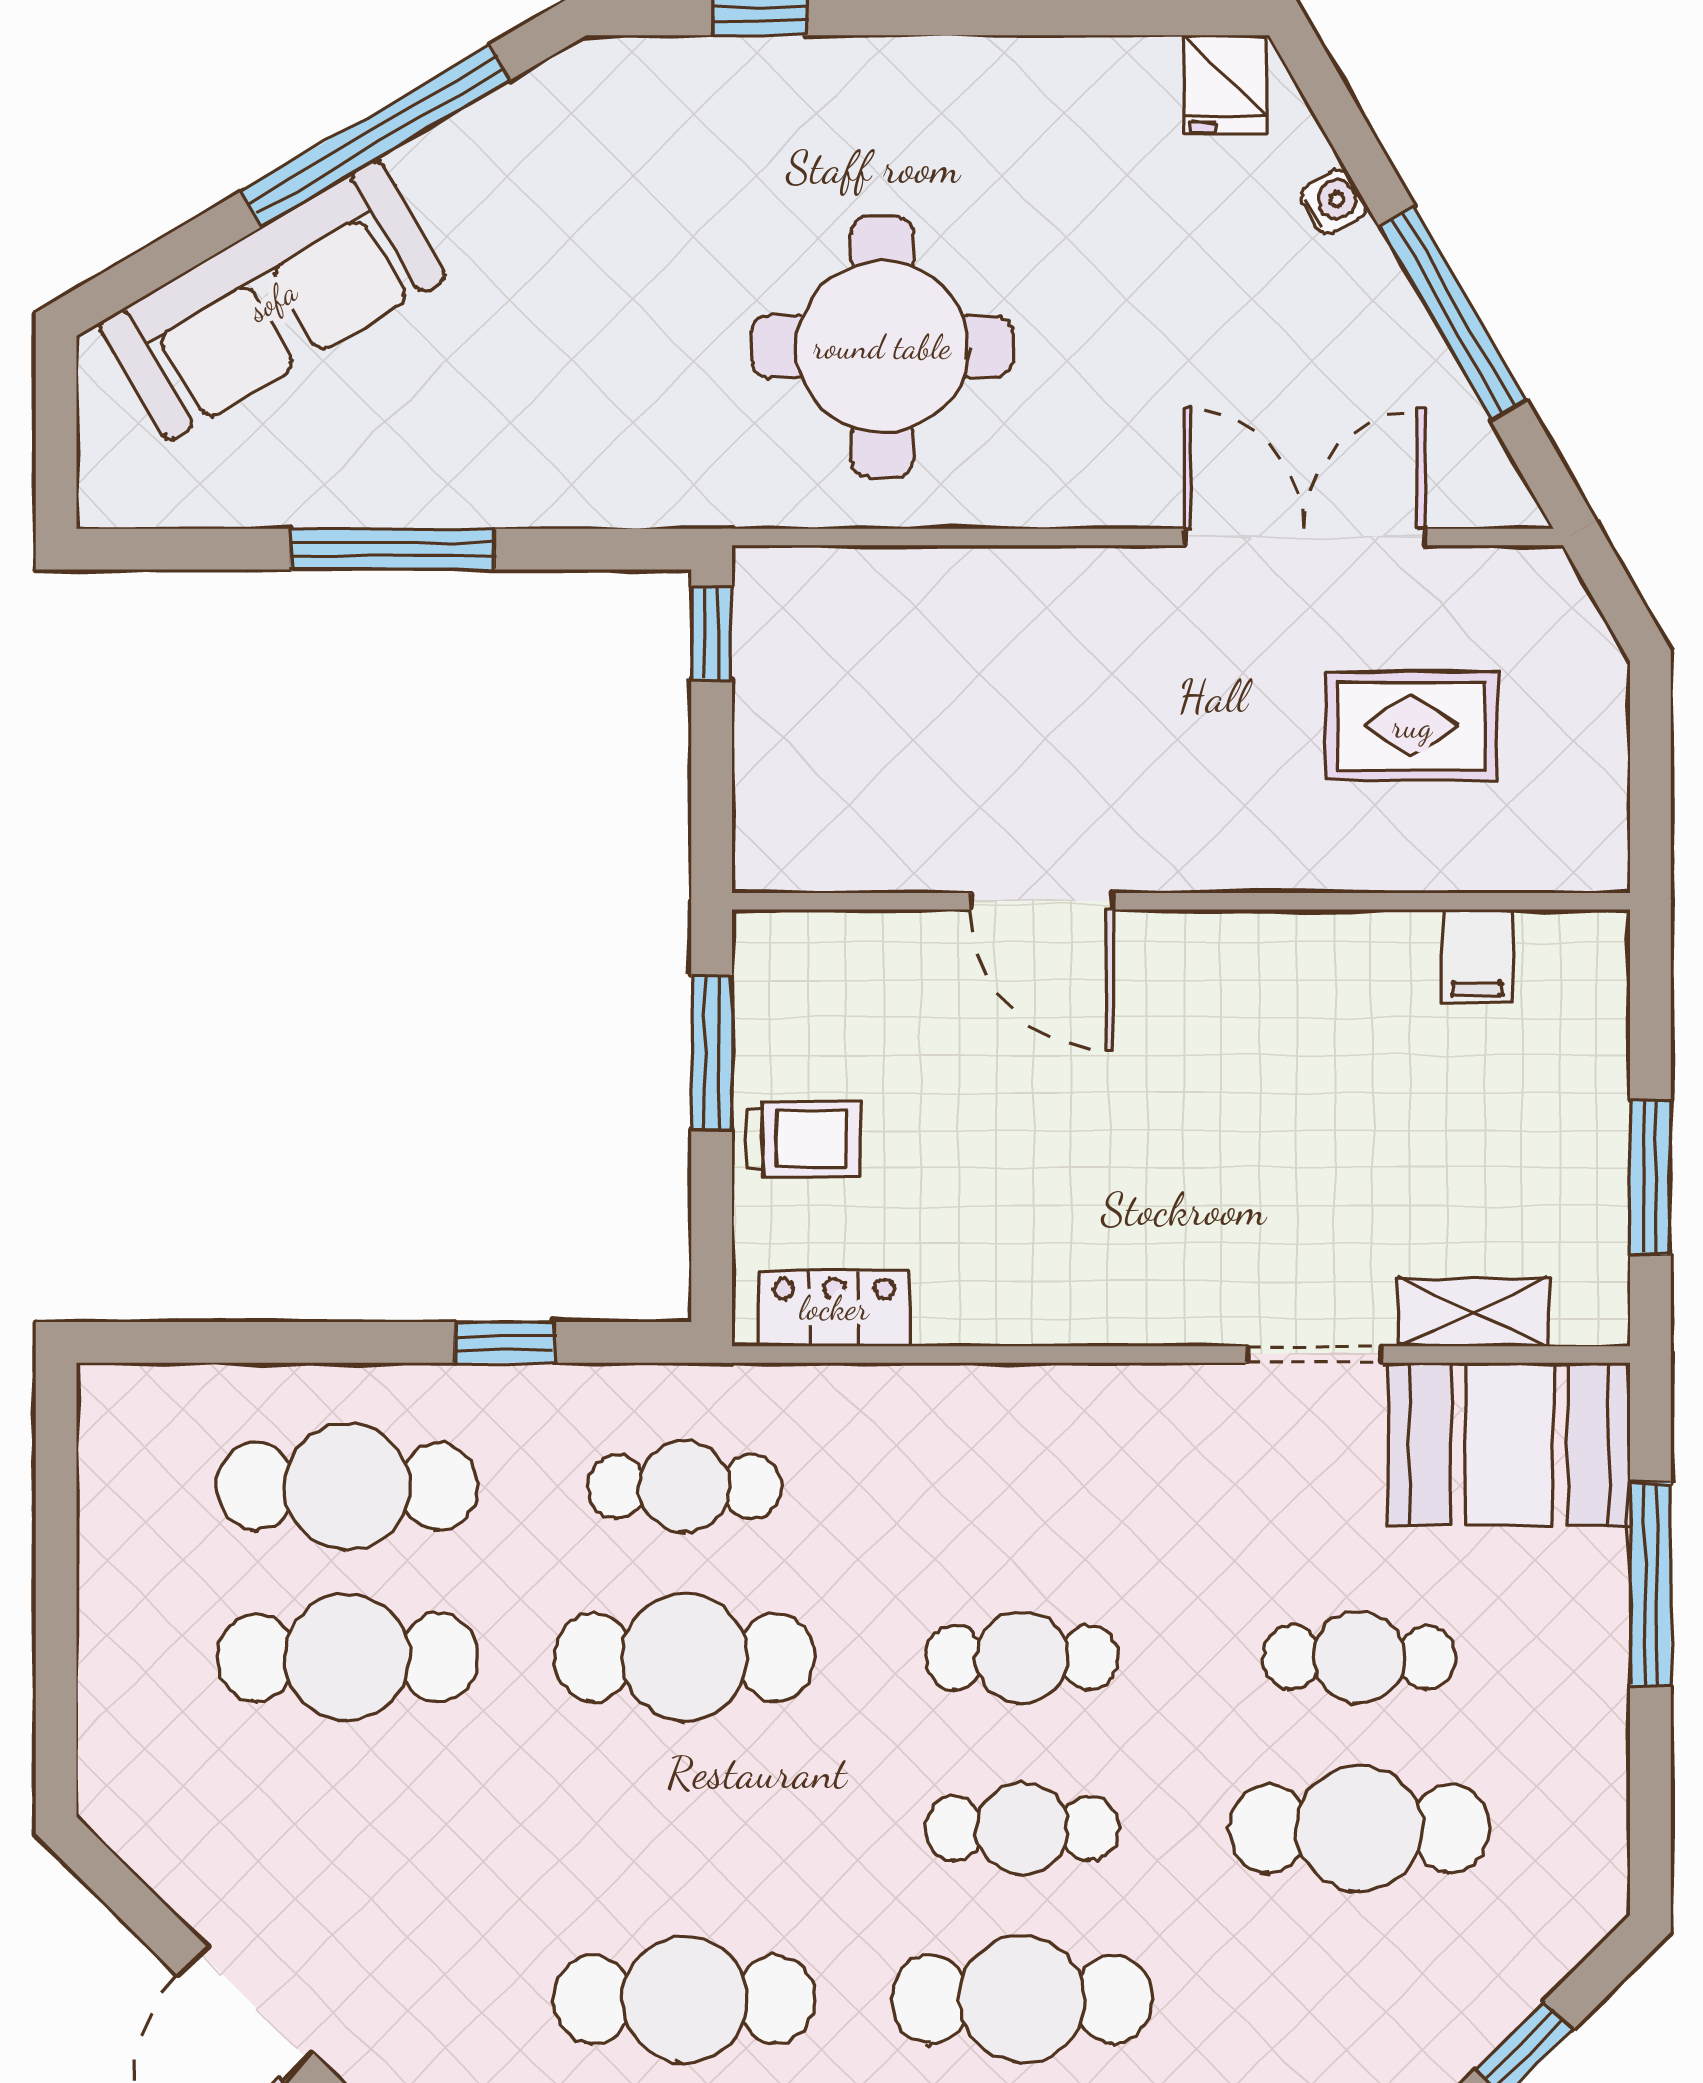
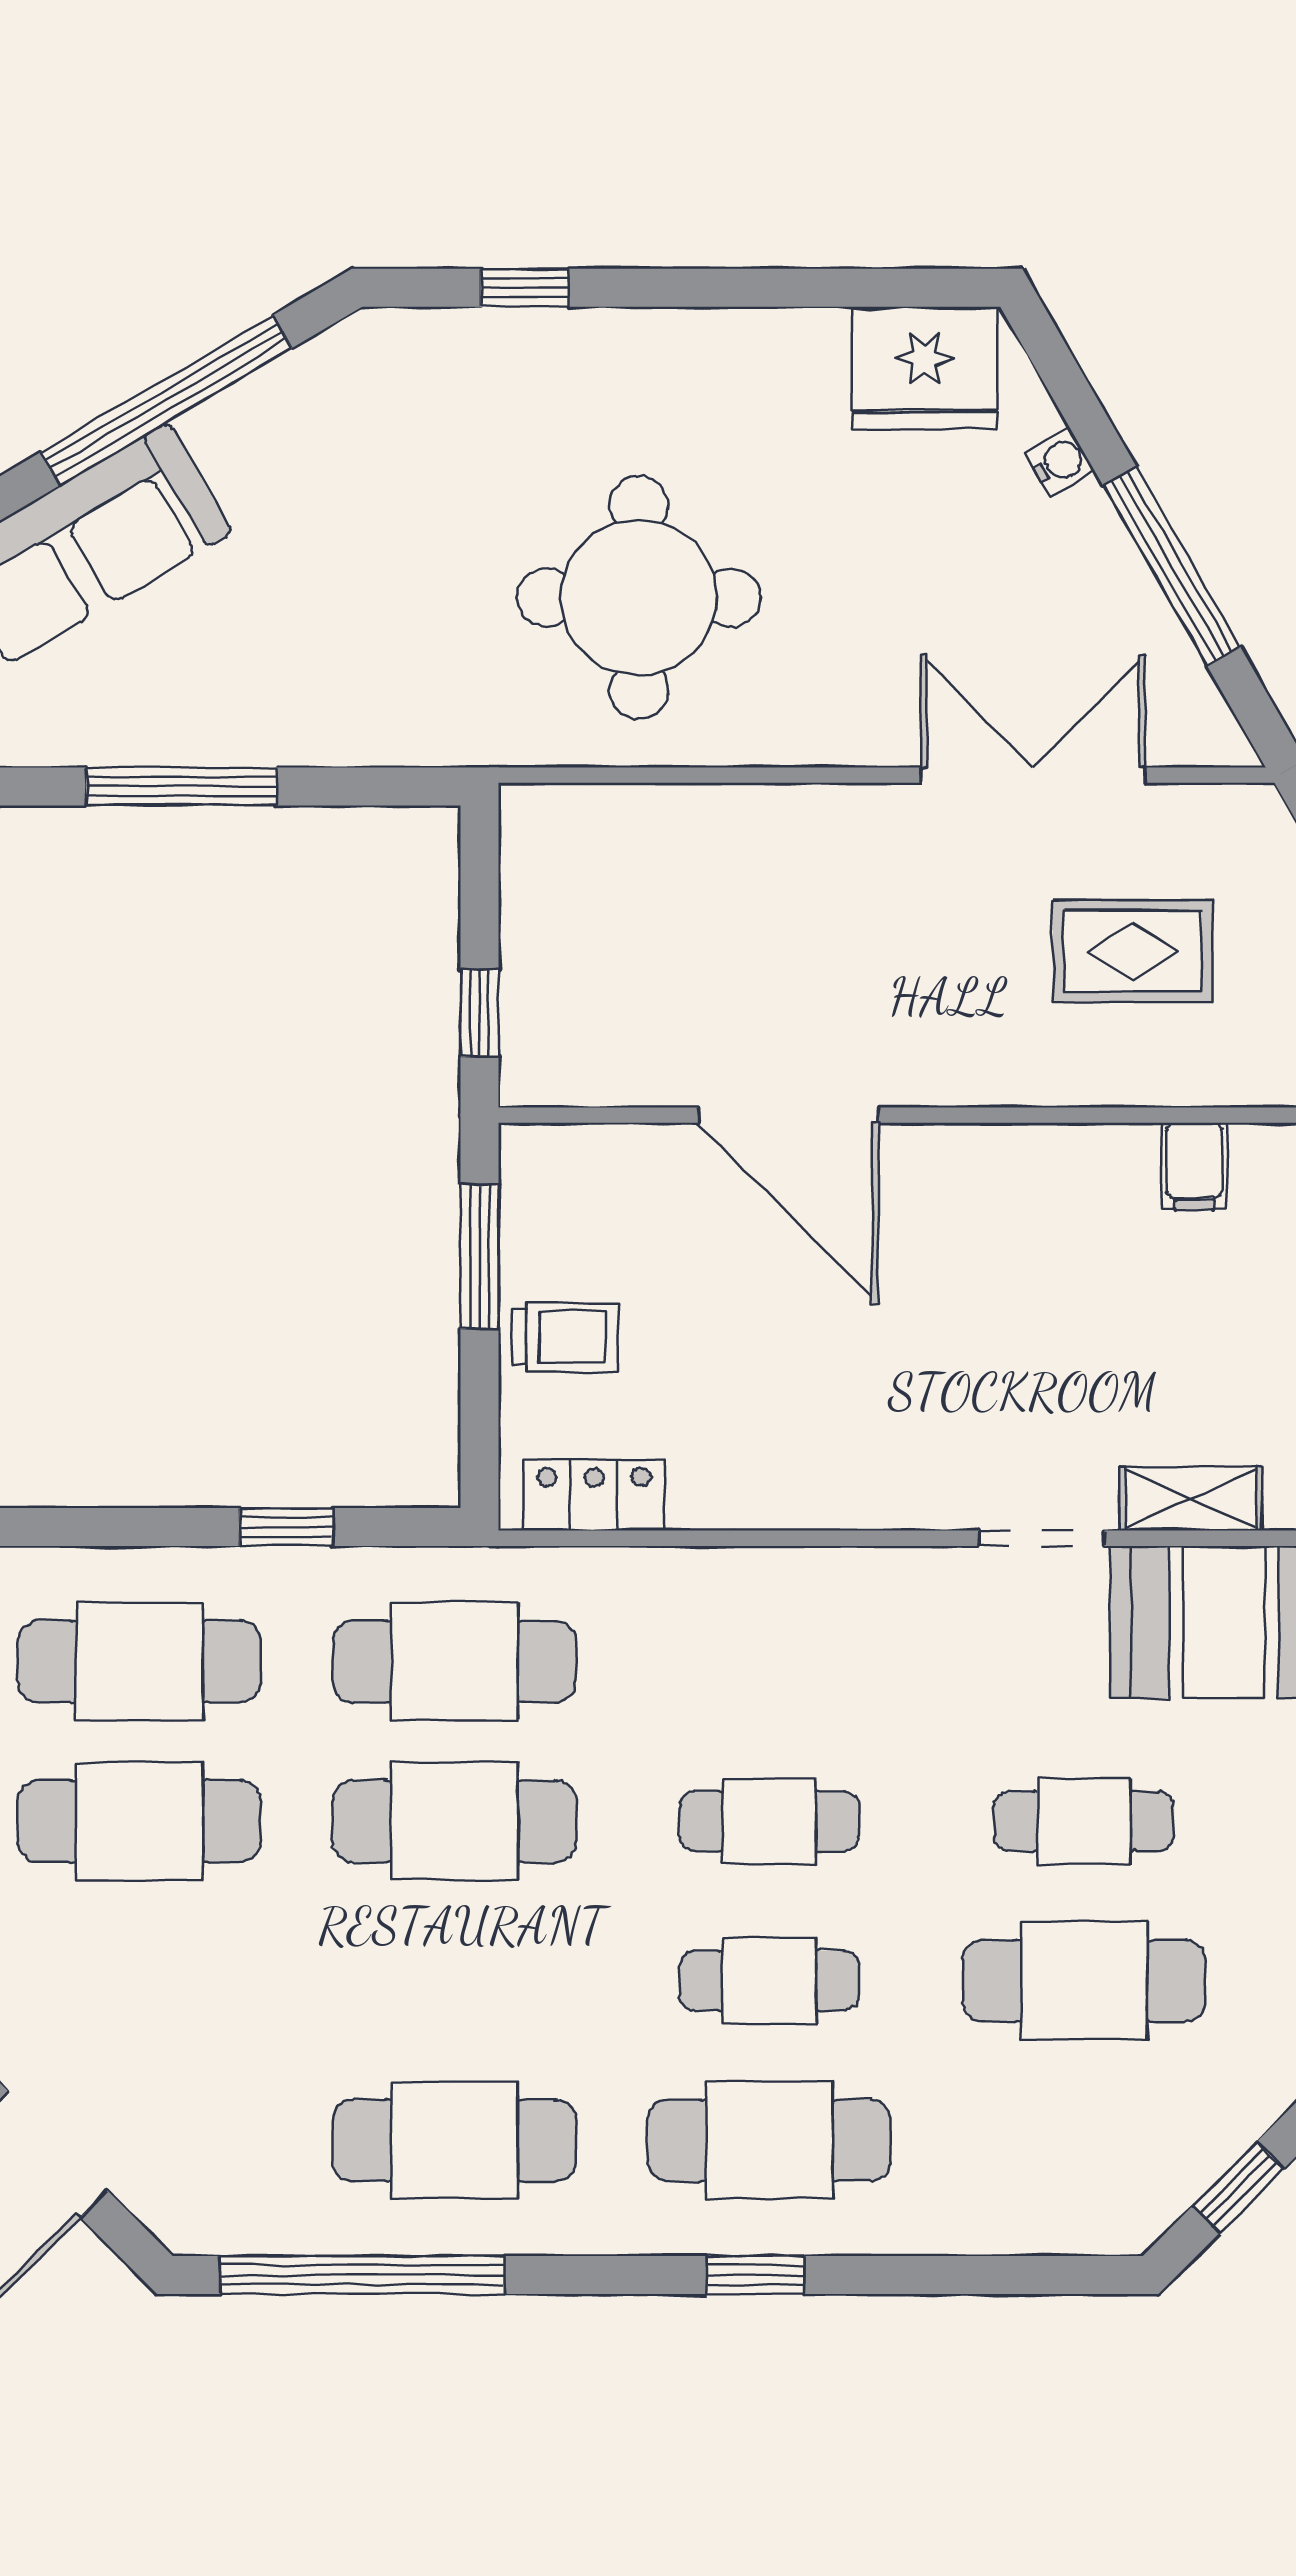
fridge: (1225, 84) -> (925, 368), width x1.88, depth x1.34
window: (712, 633) -> (480, 1013), moved
door: (1042, 901) -> (788, 1115), width x1.36
cafe table: (685, 1486) -> (454, 1661), width x1.37, depth x1.35

